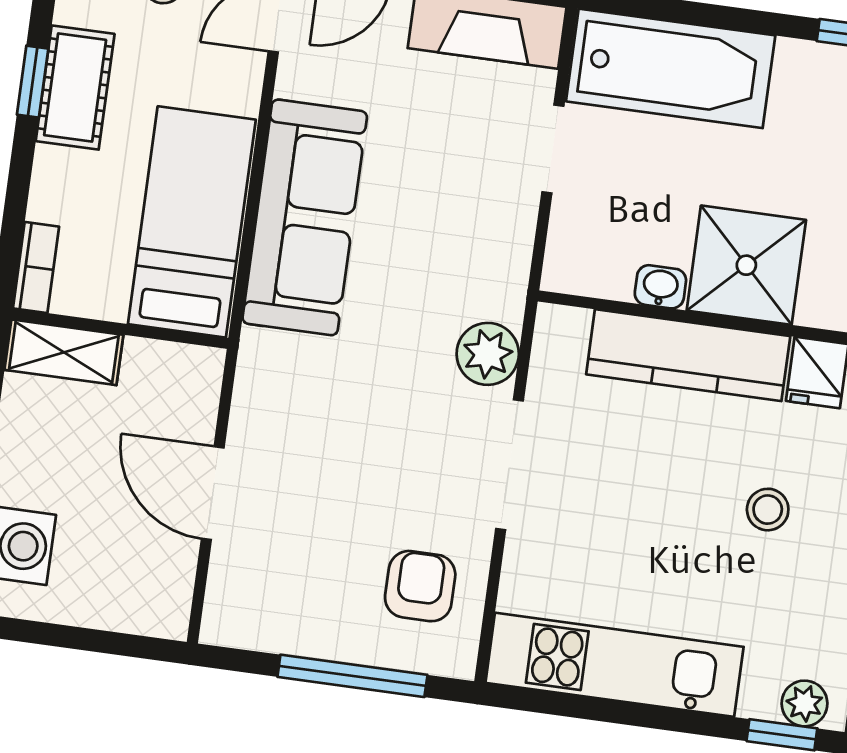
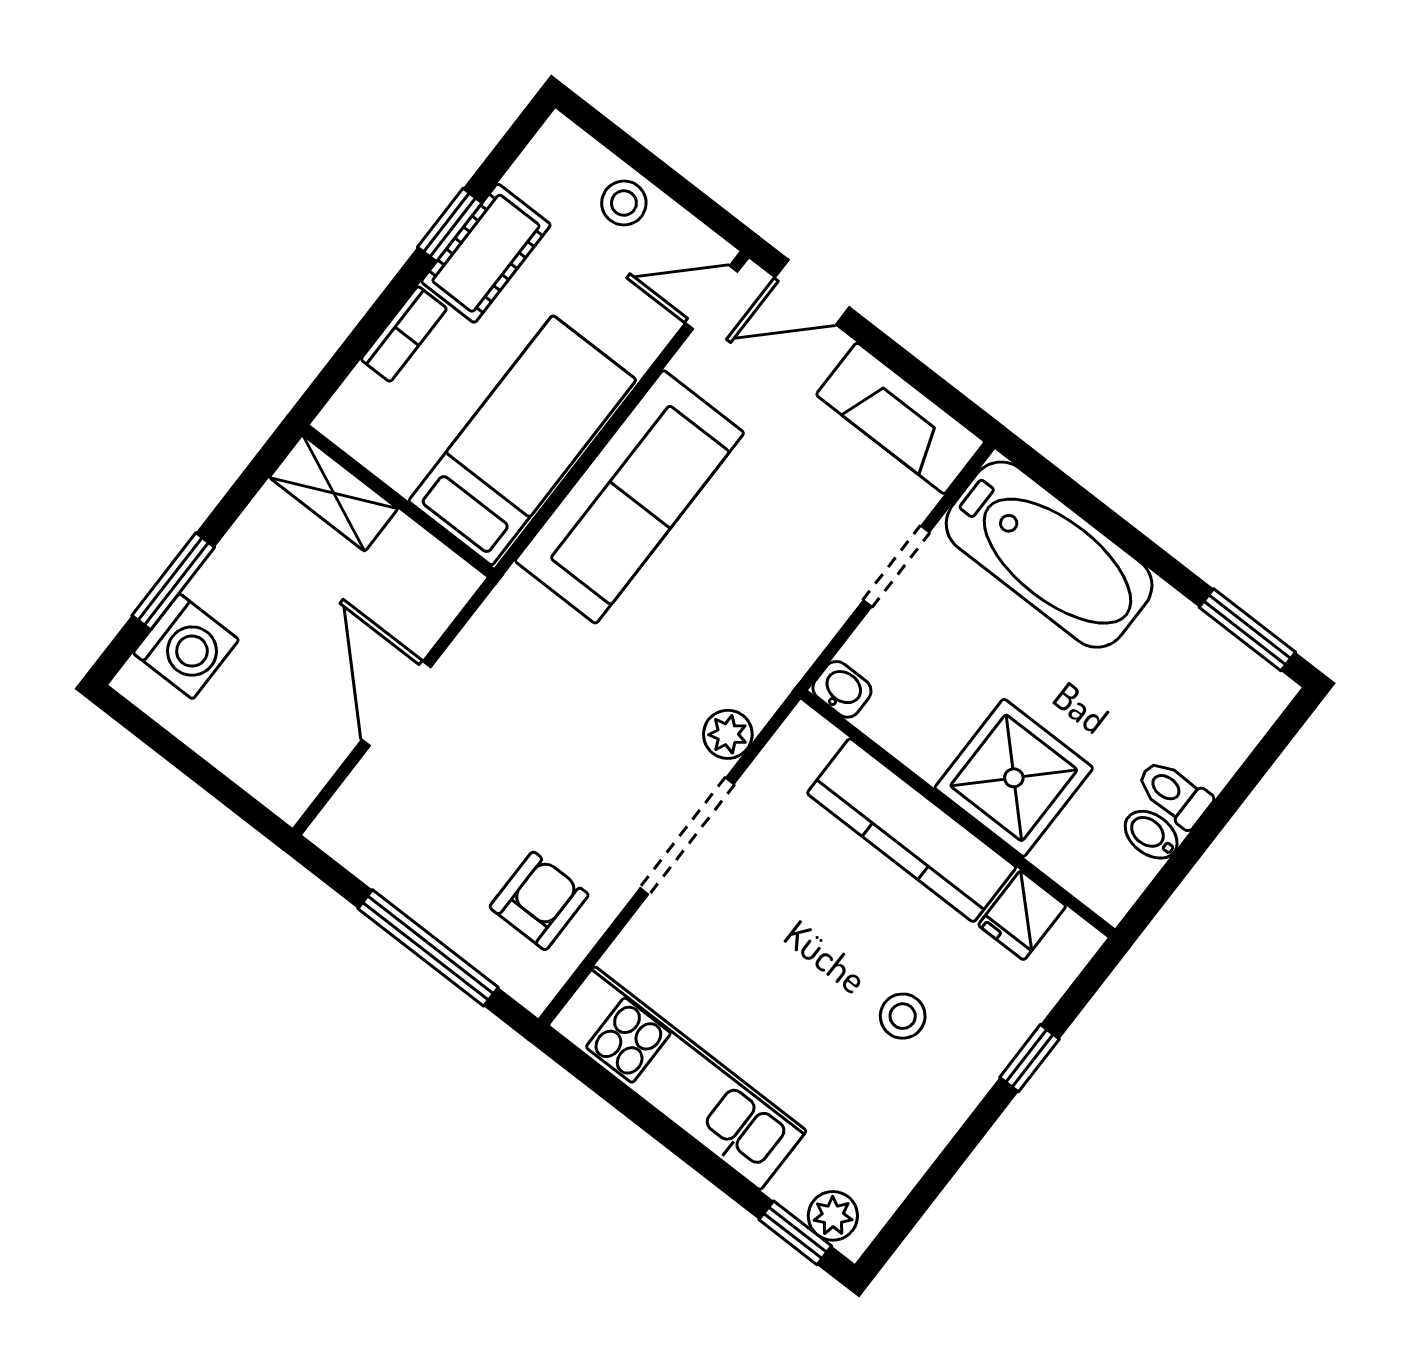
bookcase: (36, 267) -> (404, 334), moved
washbasin: (660, 287) -> (842, 689), moved
plant: (488, 354) -> (728, 734), width x0.73, depth x0.73

